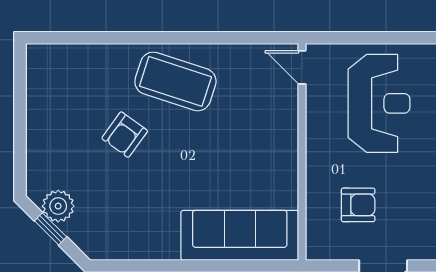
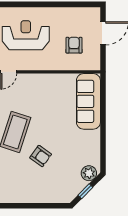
plant: (58, 206) -> (89, 173), moved

